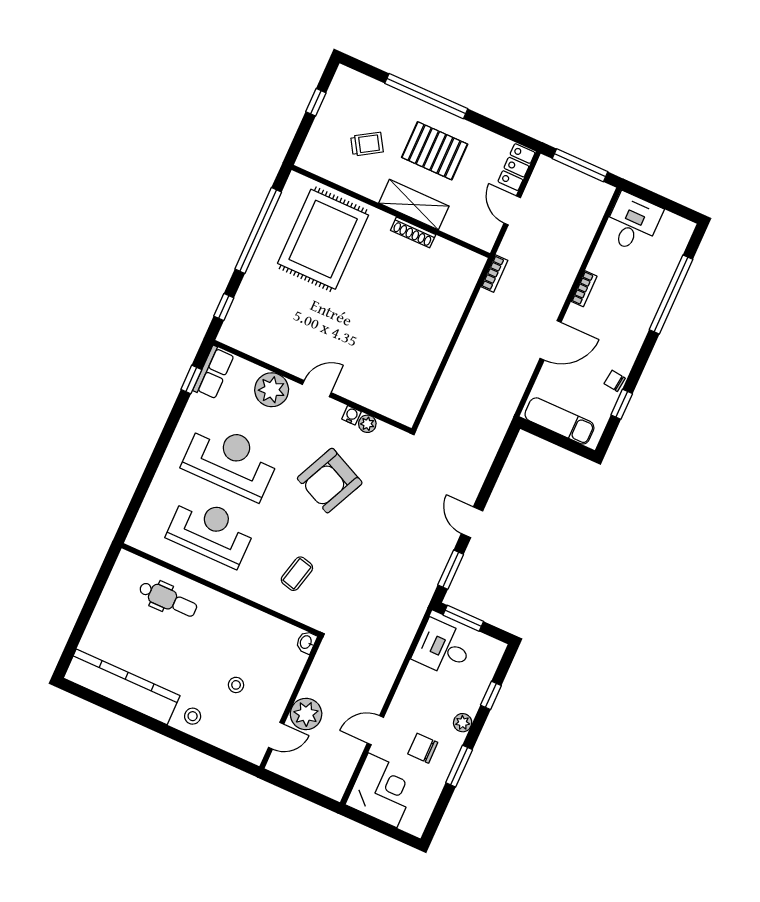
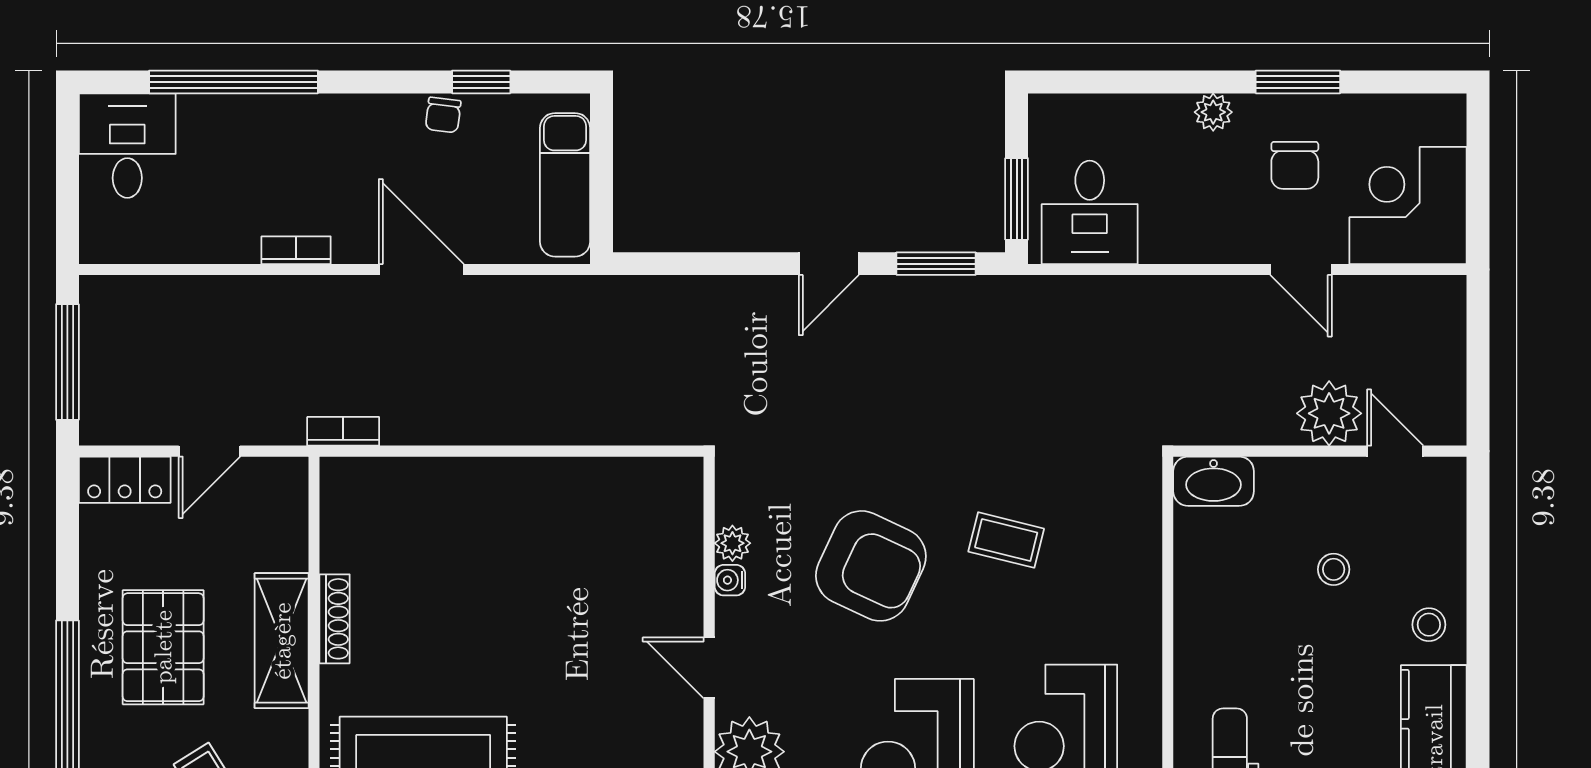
desk: (633, 223) -> (127, 146), moved, turned 90
coffee table: (297, 574) -> (1006, 540), moved
washbasin: (306, 642) -> (1214, 481), width x1.91, depth x1.45
window: (491, 695) -> (1138, 82), removed

